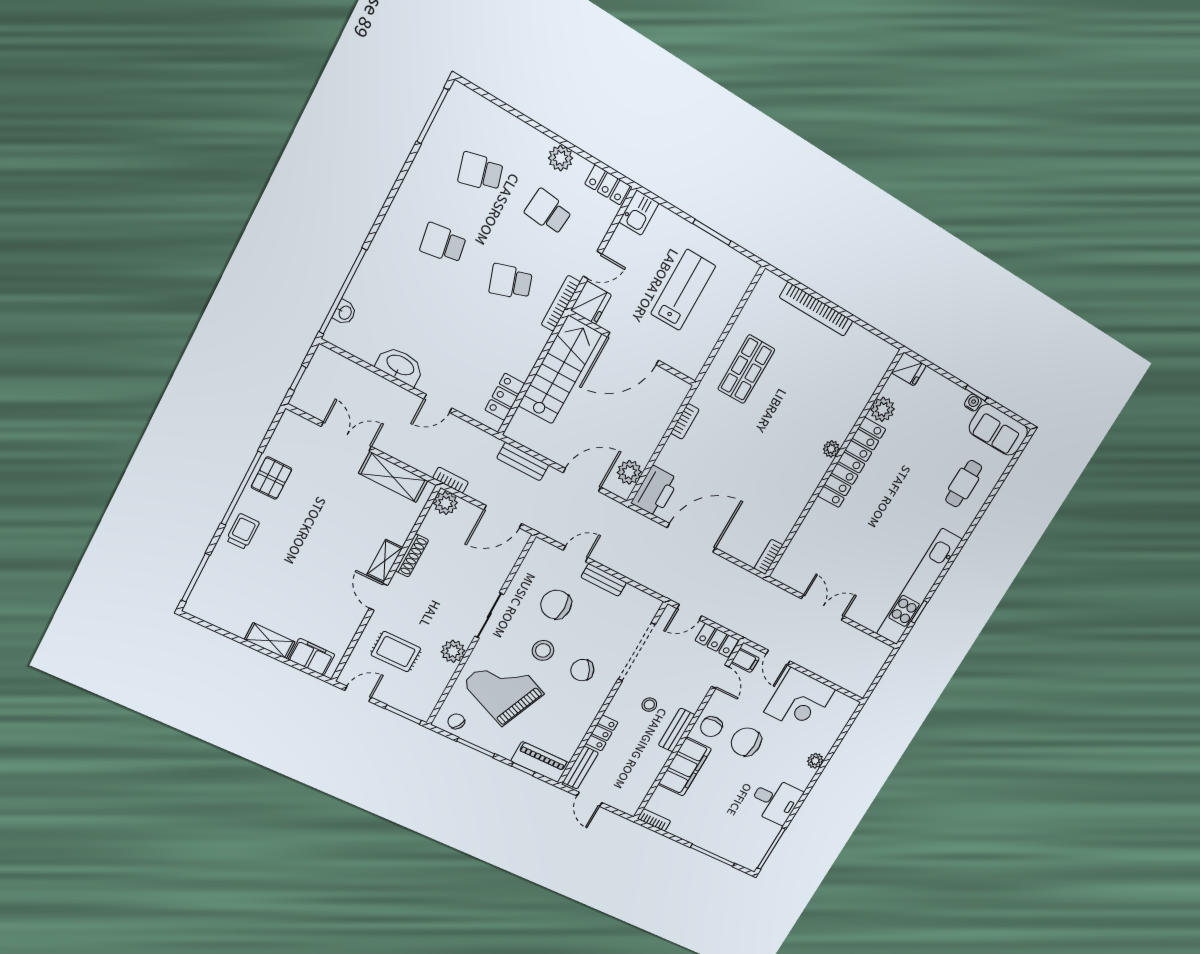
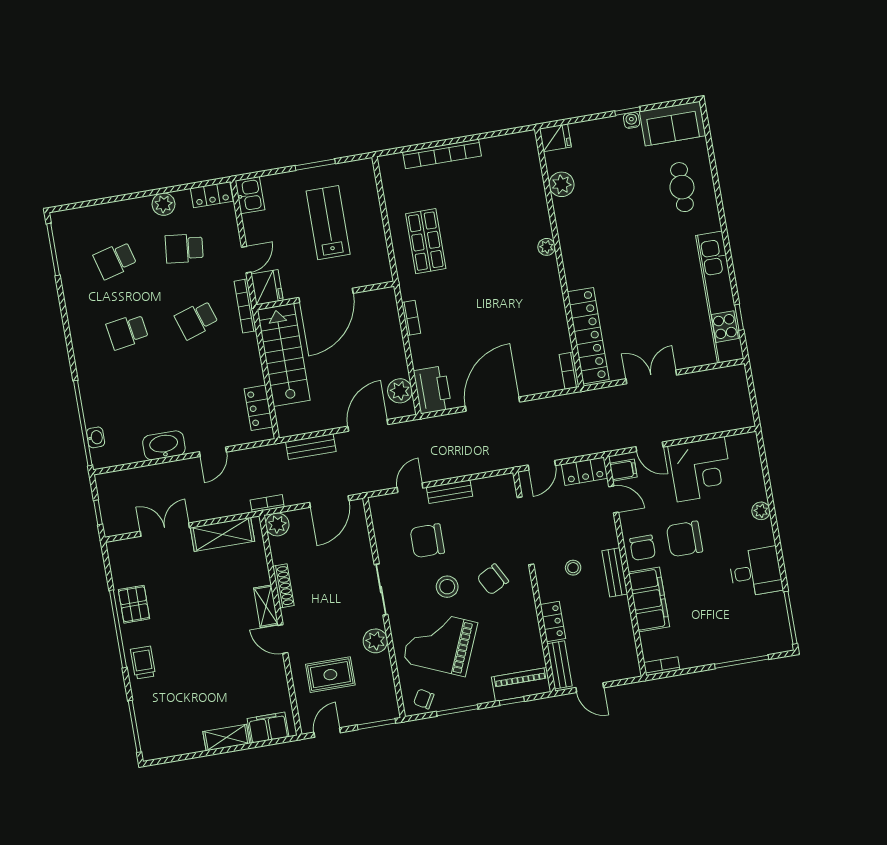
locker: (852, 463) -> (588, 336), moved

